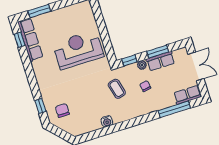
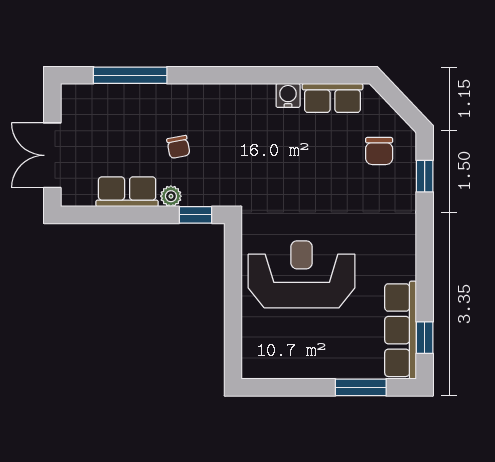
reception desk: (78, 50) -> (302, 274), turned 180
window: (158, 52) -> (127, 215), removed
coffee table: (117, 89) -> (243, 161), removed
row of seats: (188, 95) -> (333, 98), moved

